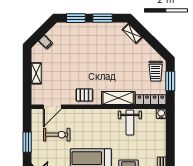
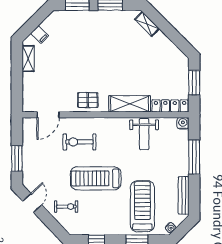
trolley: (156, 71) -> (176, 71), removed
shelving: (36, 73) -> (28, 58), moved
exercise bike: (57, 135) -> (79, 142), moved, turned 180
window: (170, 141) -> (194, 157), added

